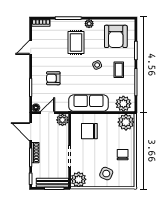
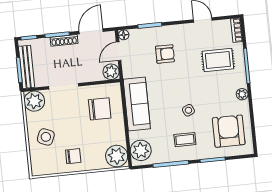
armchair: (116, 36) -> (229, 131), turned 90
rug: (76, 43) -> (218, 60), moved
armchair: (53, 78) -> (165, 54), turned 90
door: (48, 113) -> (119, 51), swing flipped
chair: (89, 131) -> (100, 109), turned 90

